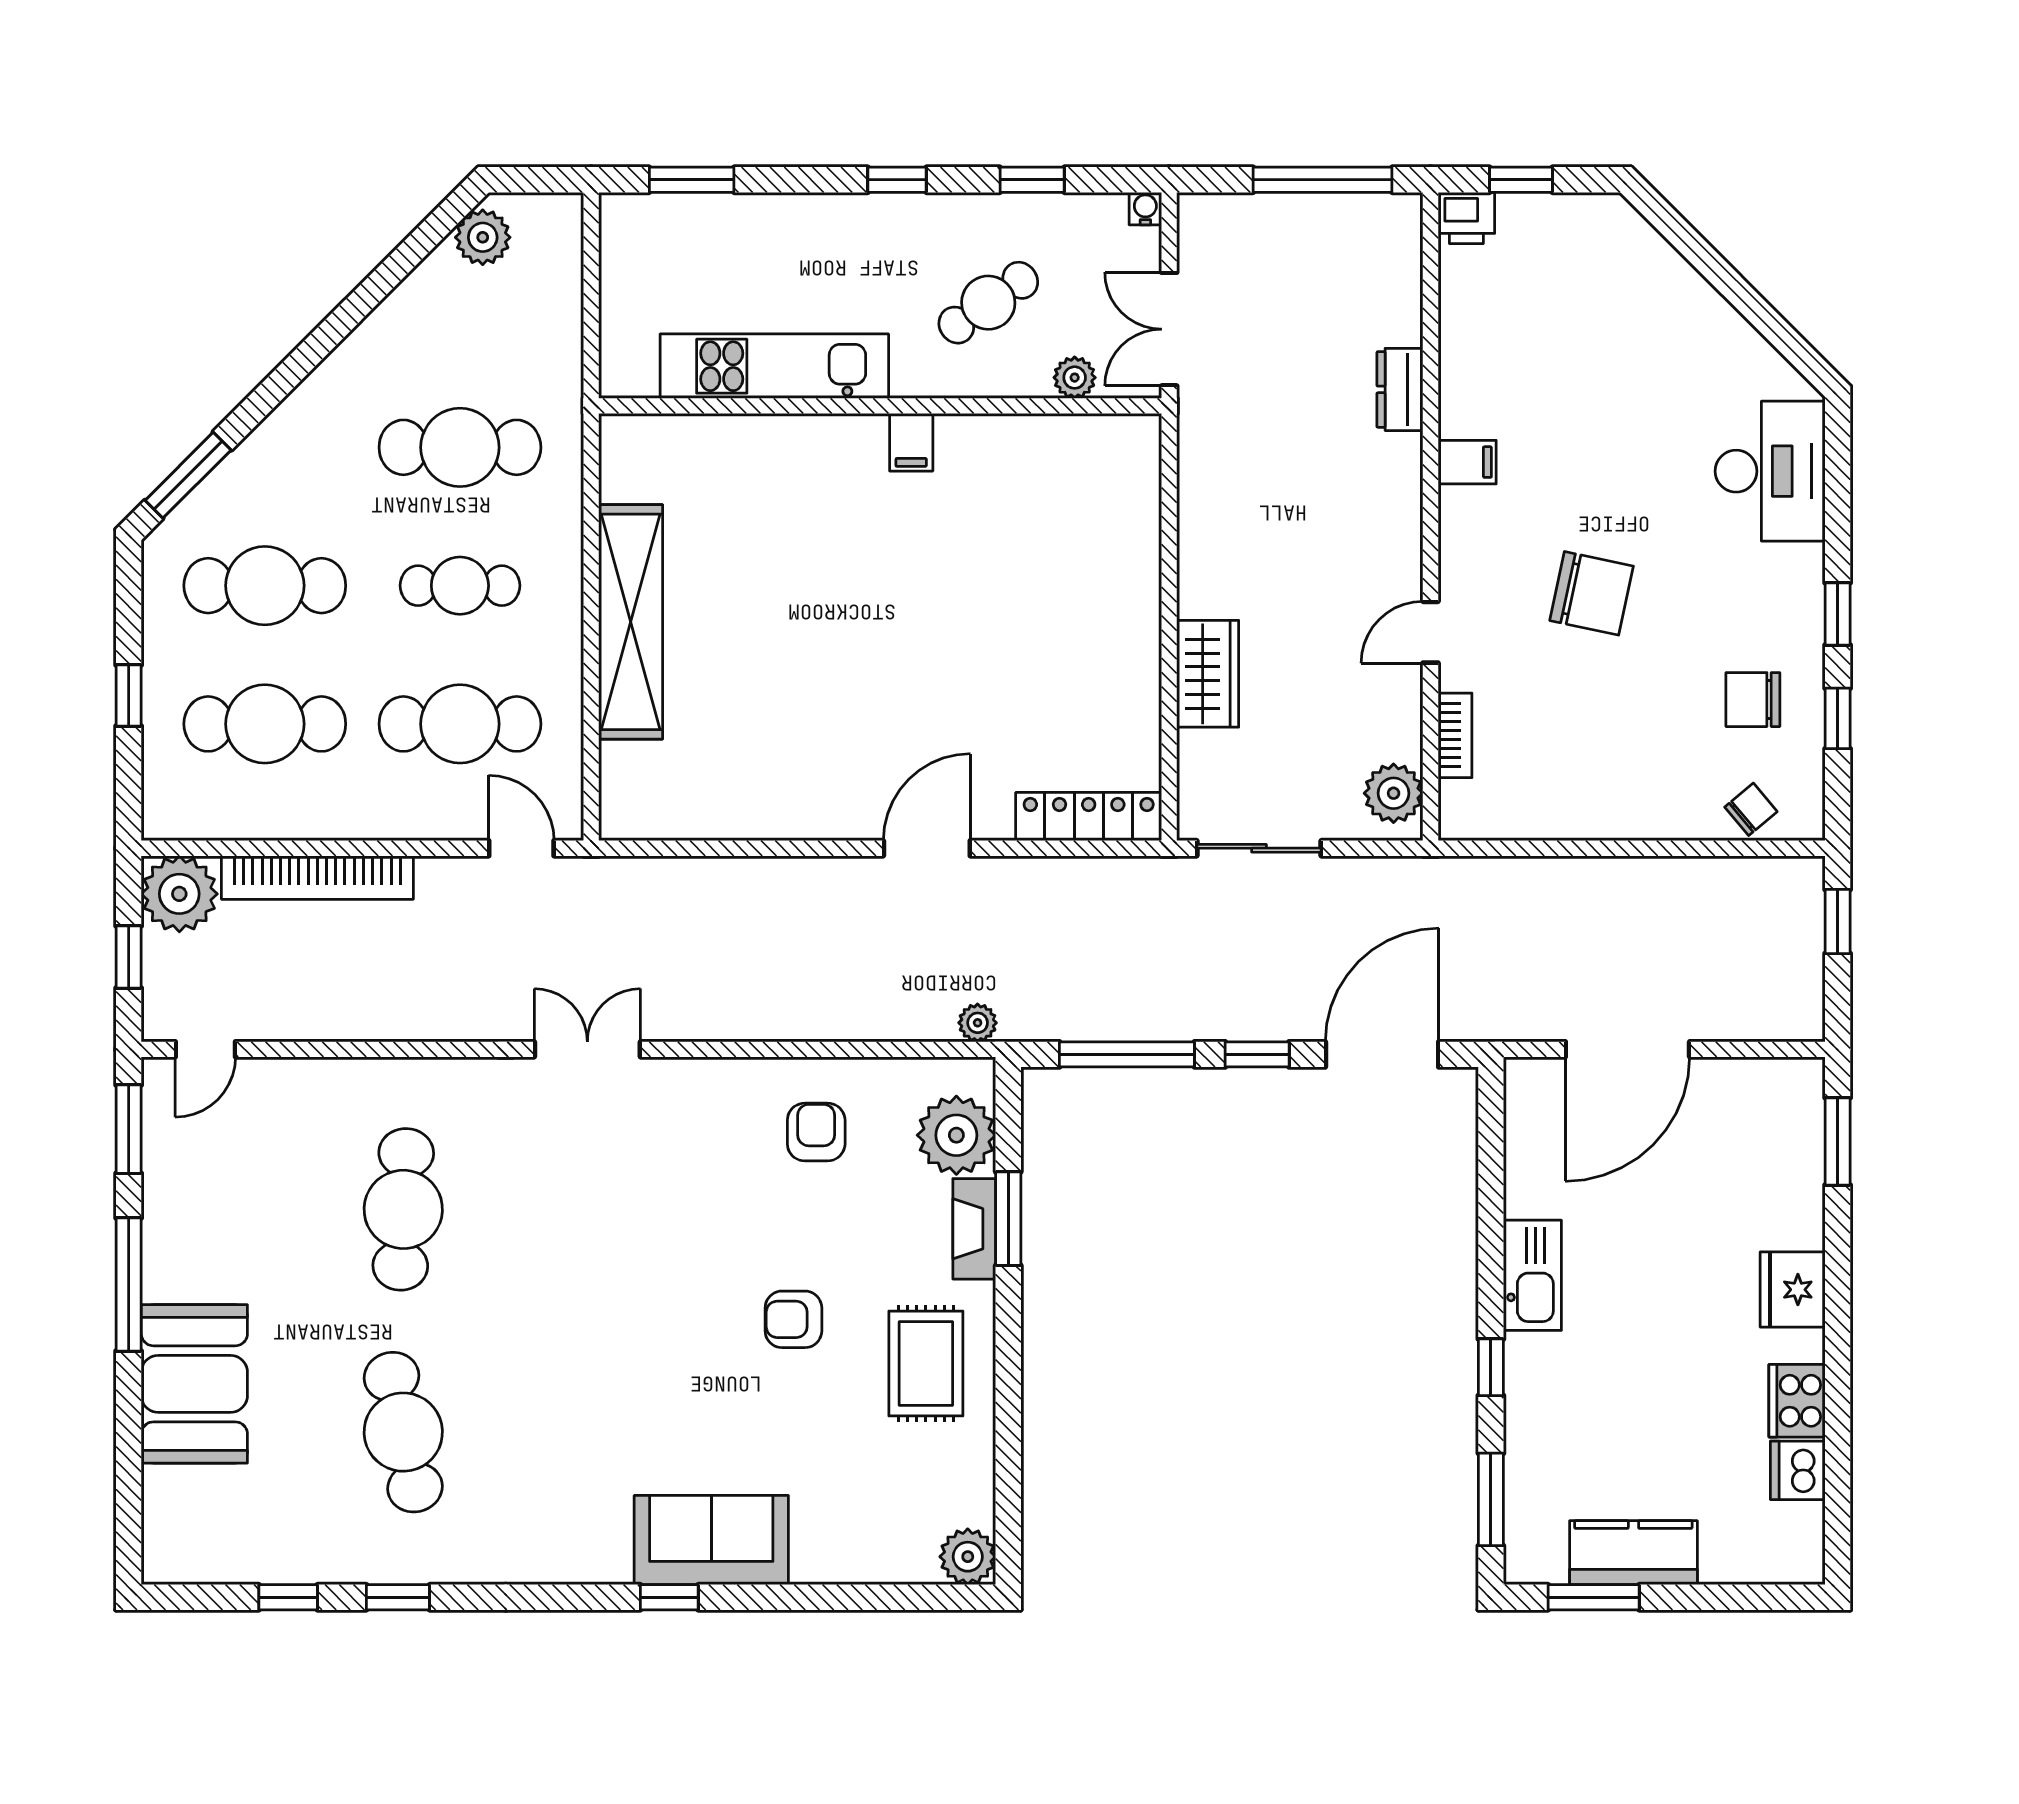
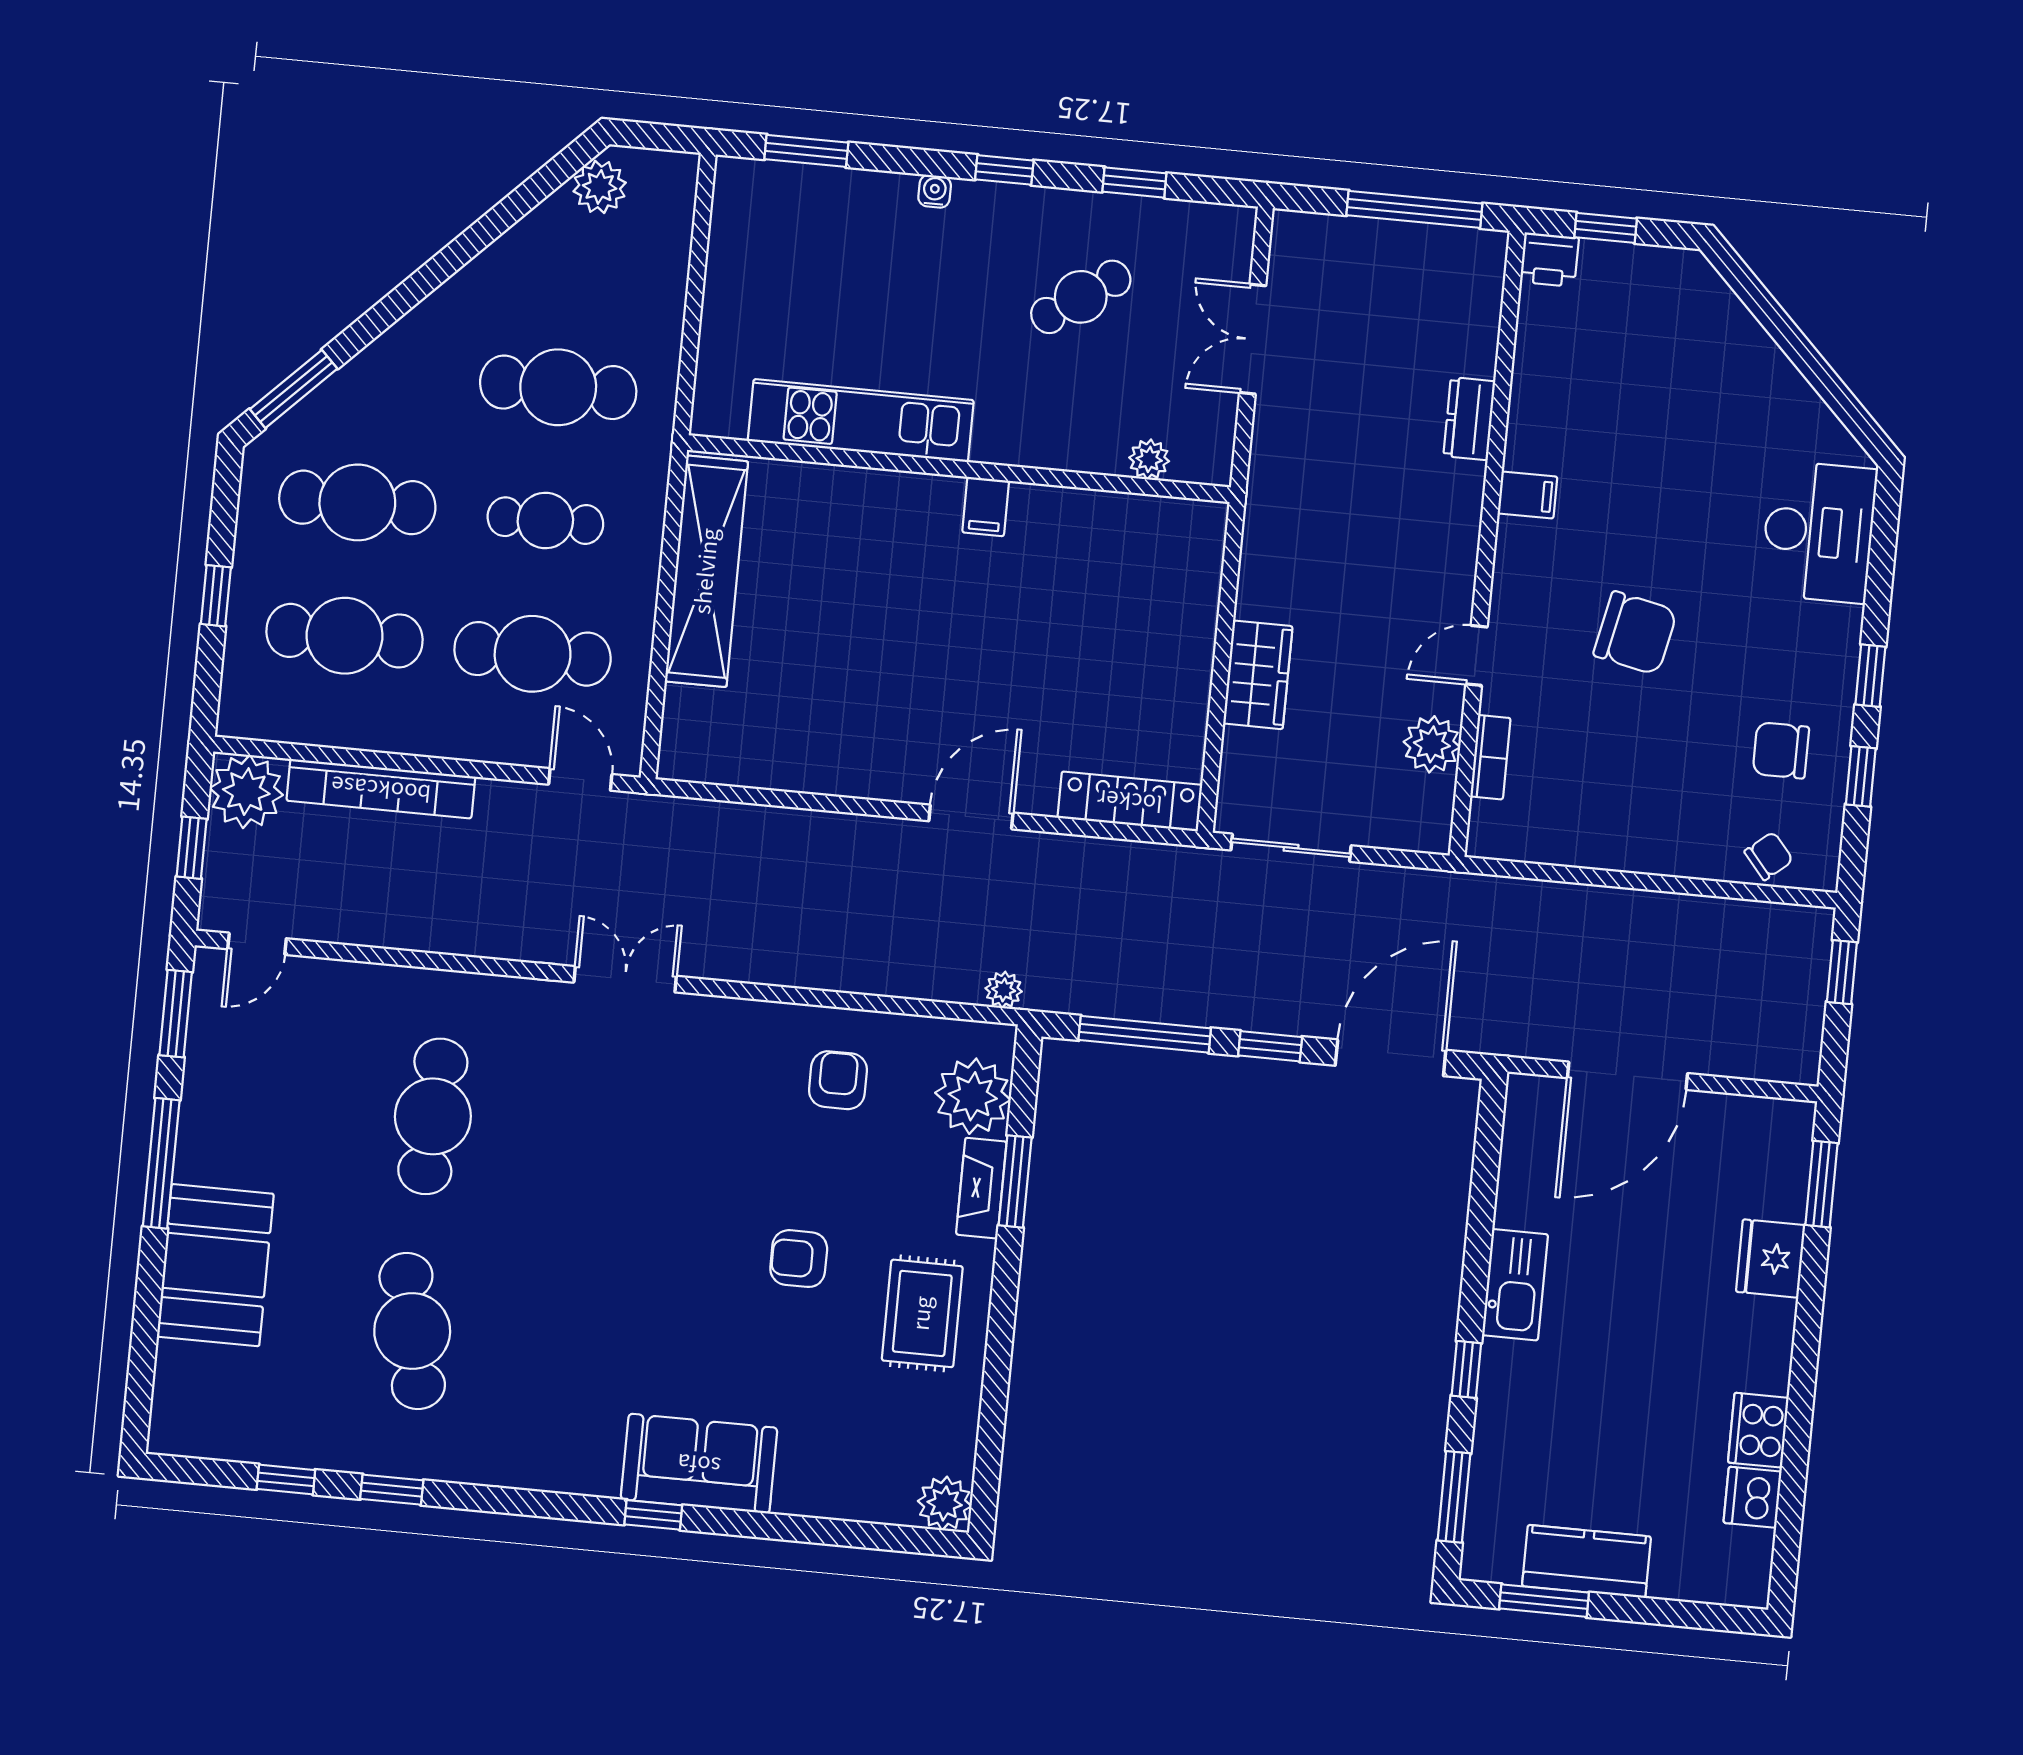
water cooler: (1145, 209) -> (935, 191), moved
kitchen unit: (774, 366) -> (861, 421), moved
plant: (1075, 378) -> (1149, 459), moved
wall: (880, 406) -> (959, 469), moved
filing cabinet: (911, 442) -> (986, 507), moved
plant: (1394, 793) -> (1432, 744), moved
fridge: (1793, 1290) -> (1771, 1258), moved

